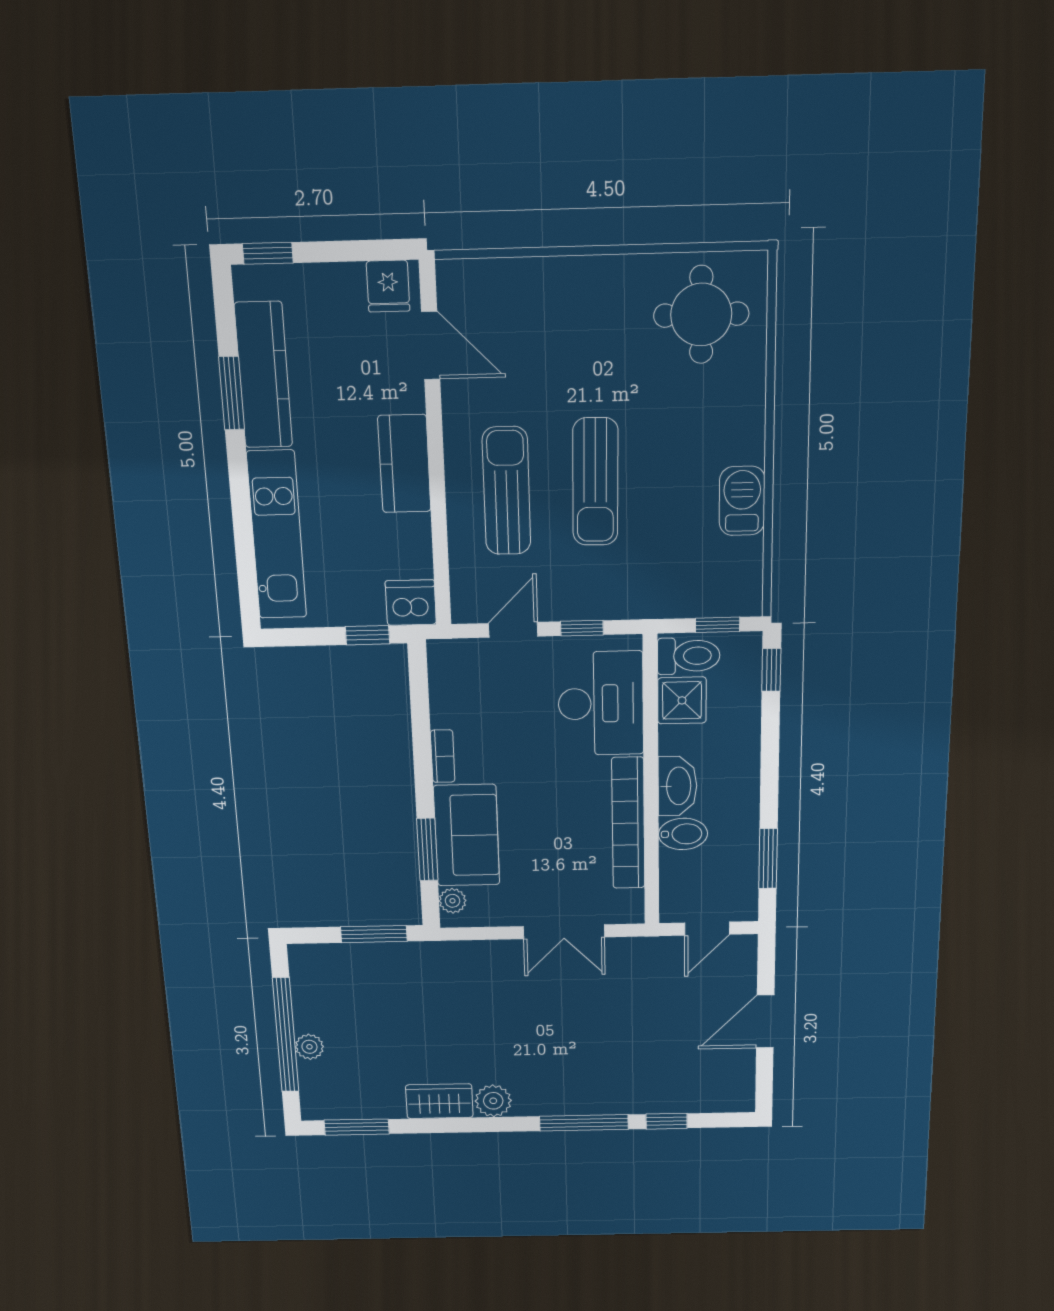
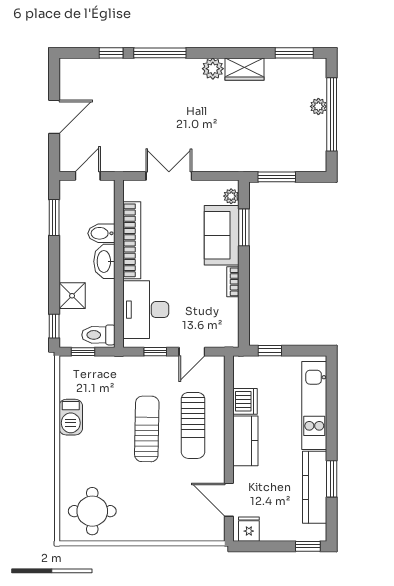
dishwasher: (411, 603) -> (245, 401), moved, turned -90
shower: (682, 700) -> (72, 296), moved

